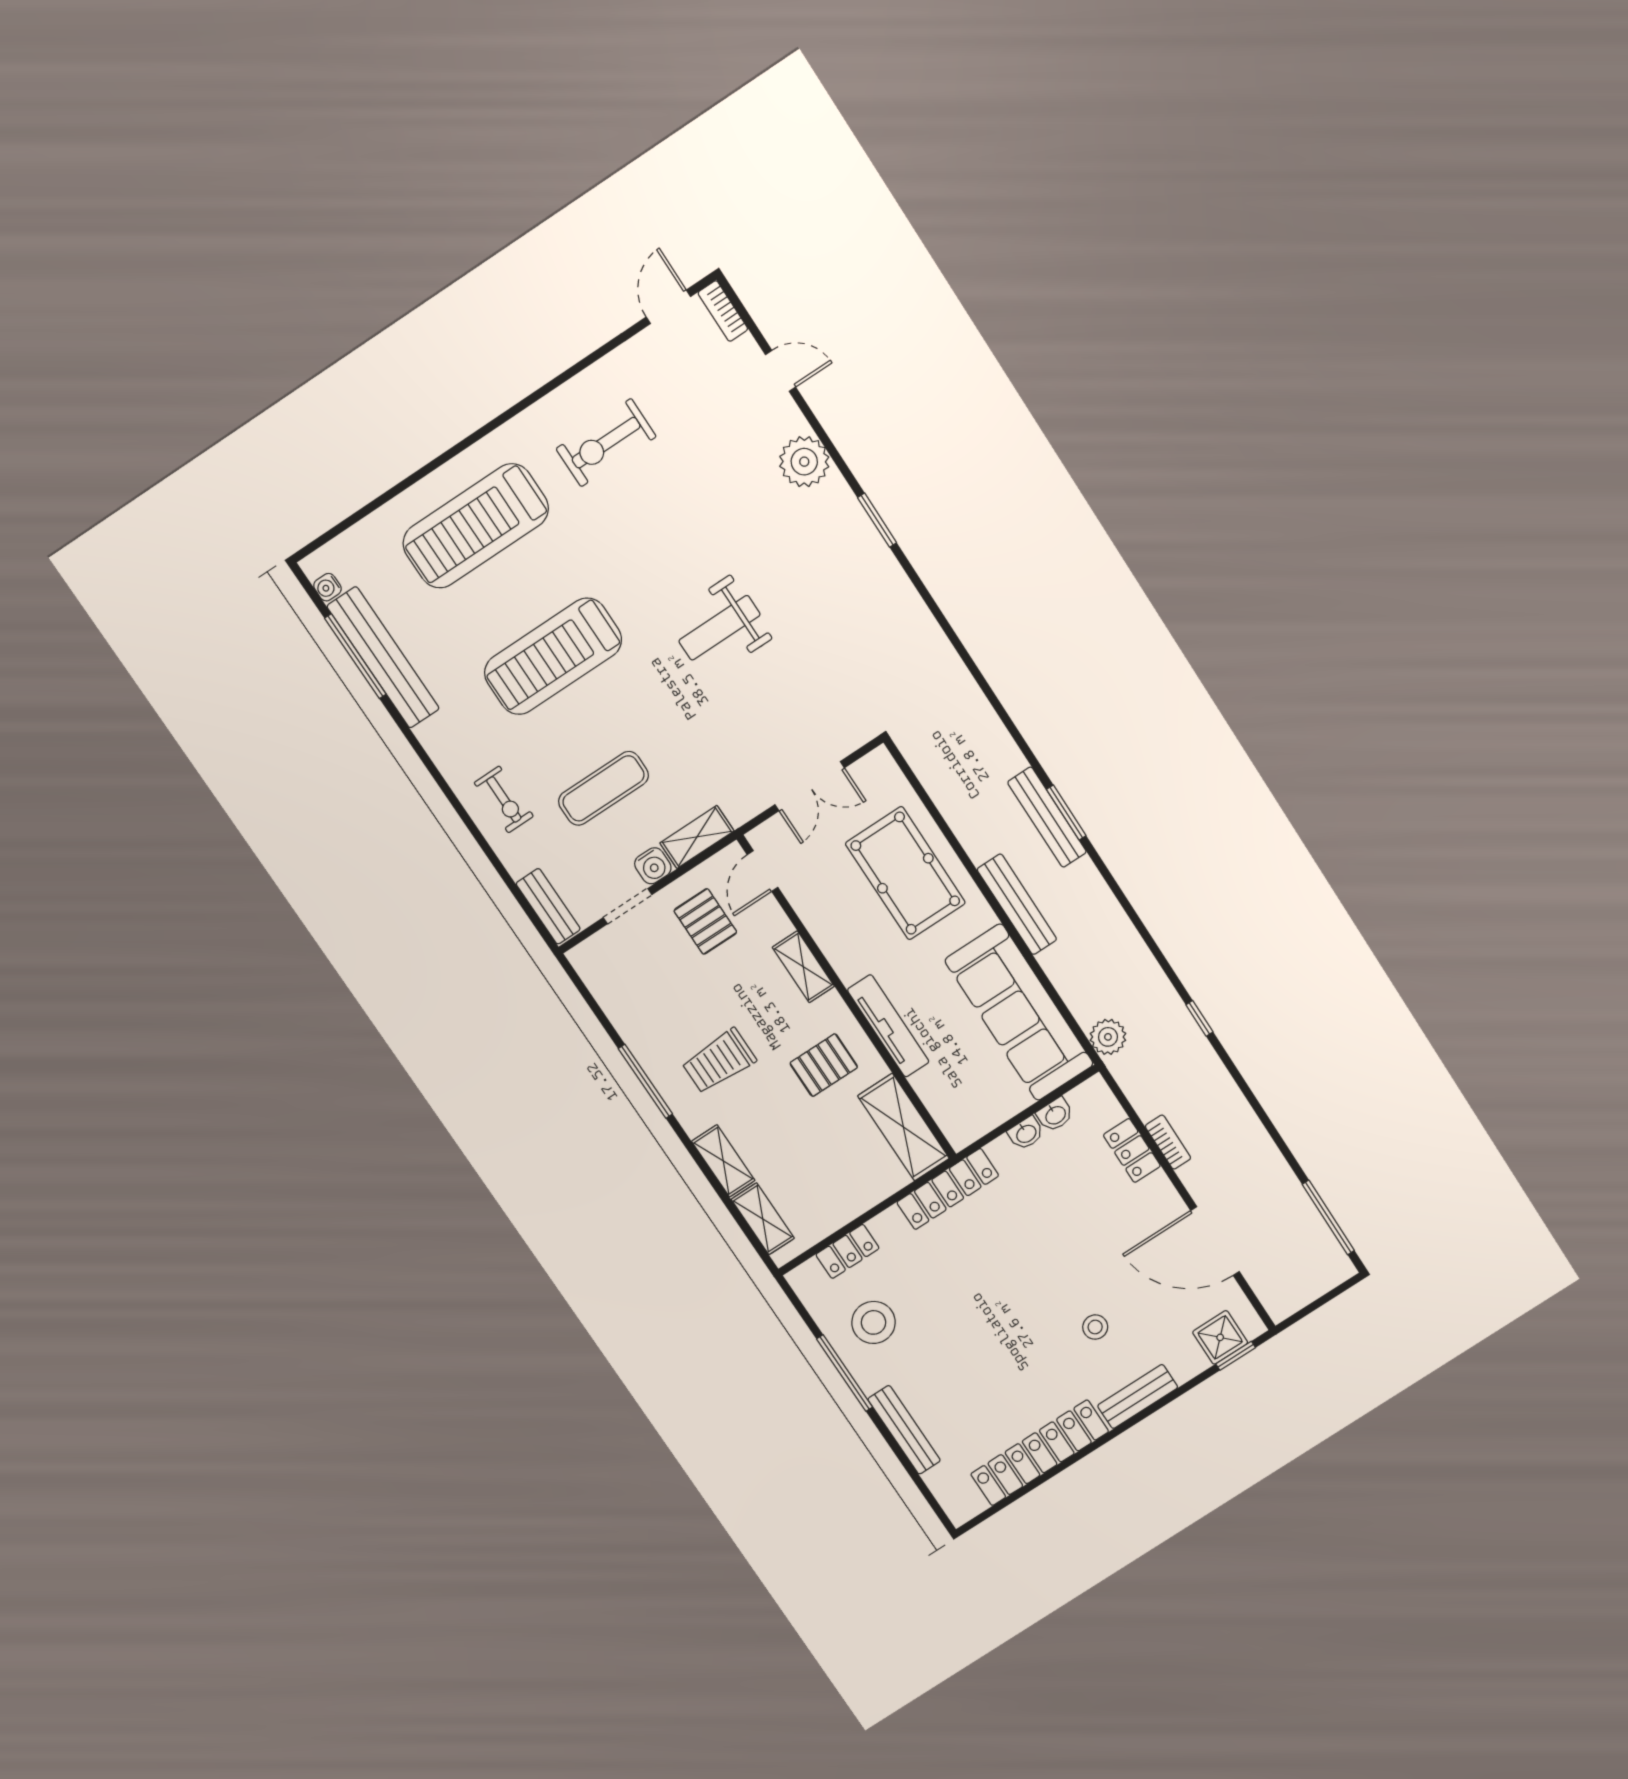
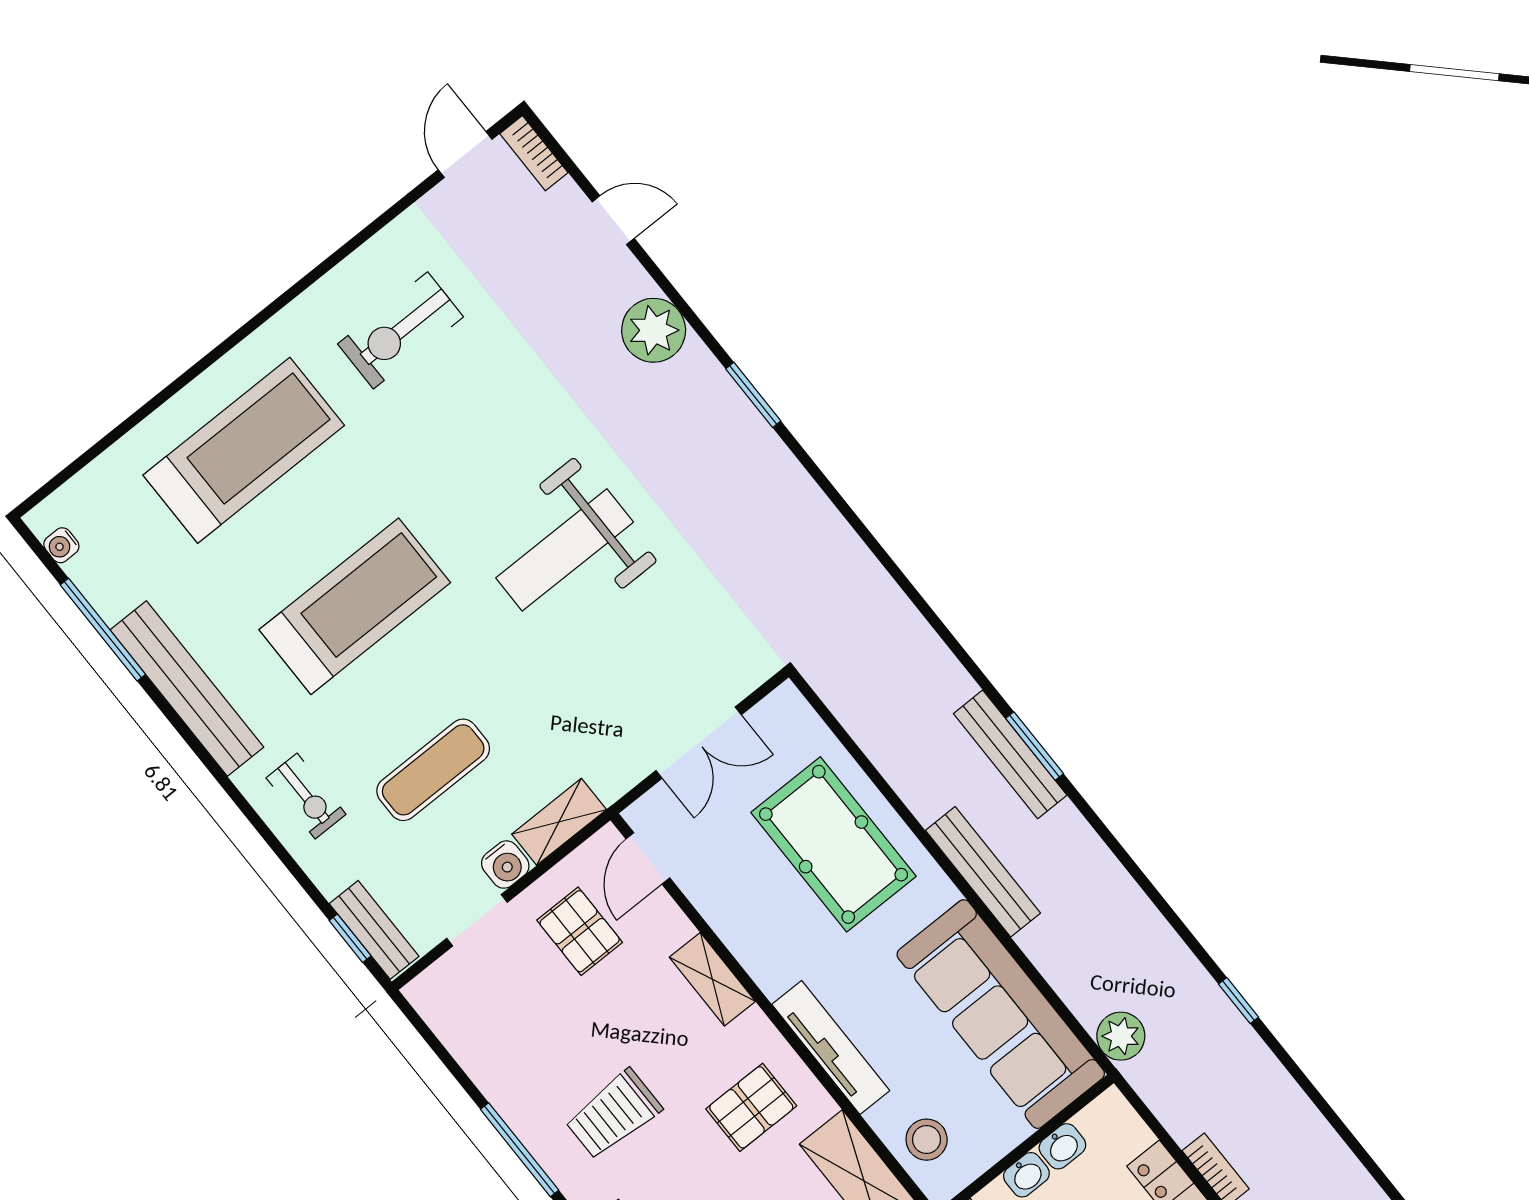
treadmill: (476, 526) -> (244, 450), turned 180
weight bench: (719, 628) -> (565, 550), width x1.36, depth x1.33
treadmill: (553, 656) -> (355, 606), turned 180
bench: (383, 657) -> (187, 689), moved
window: (529, 911) -> (350, 938), added
stool: (954, 1101) -> (927, 1140), added

